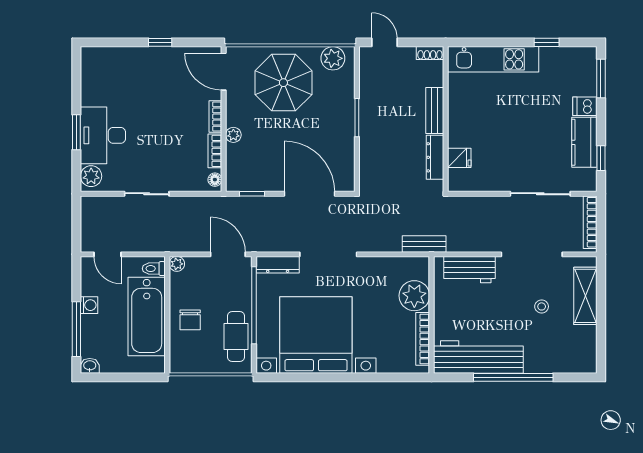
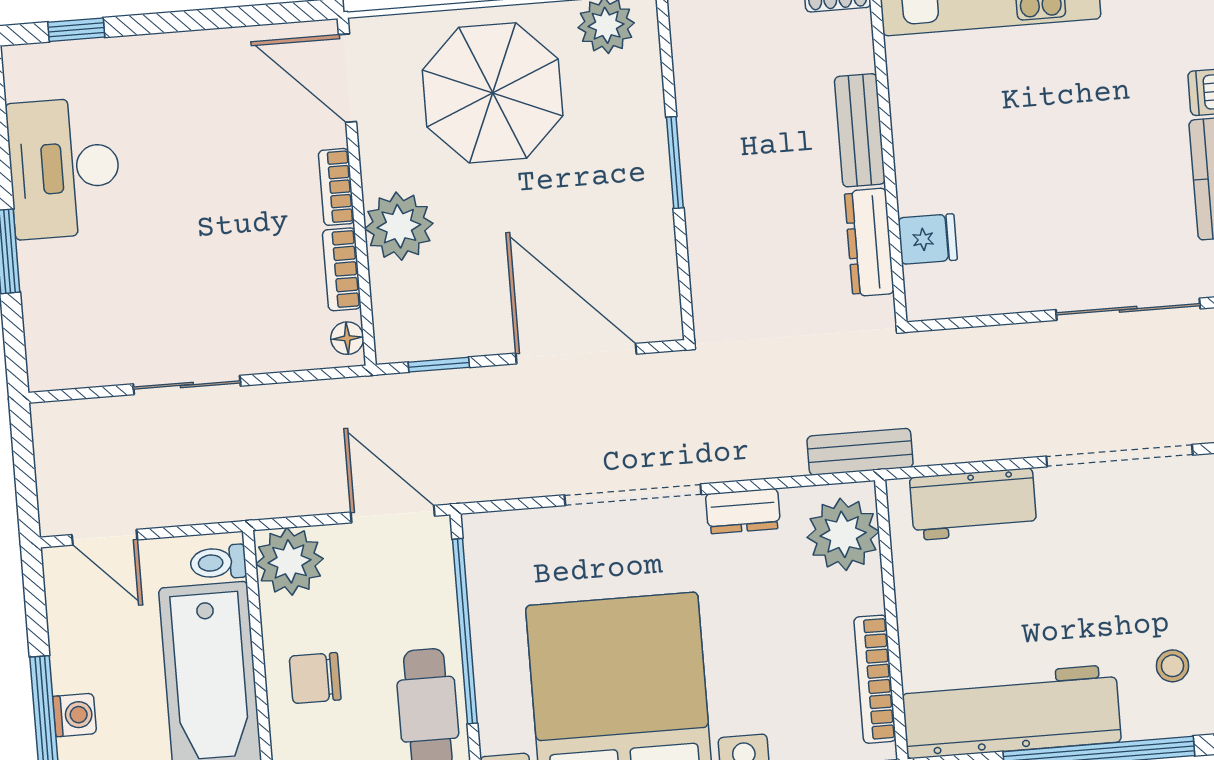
window: (160, 42) -> (76, 30), moved
desk: (103, 135) -> (64, 168), moved
plant: (233, 135) -> (399, 226), width x1.88, depth x1.88
plant: (91, 176) -> (50, 354), removed
plant: (177, 264) -> (290, 561), width x1.88, depth x1.88
dresser: (278, 265) -> (743, 511), moved, width x0.70
plant: (414, 296) -> (843, 534), moved
washing machine: (89, 305) -> (75, 715), moved
stool: (542, 306) -> (1172, 666), moved
chair: (190, 320) -> (315, 678), turned 90

